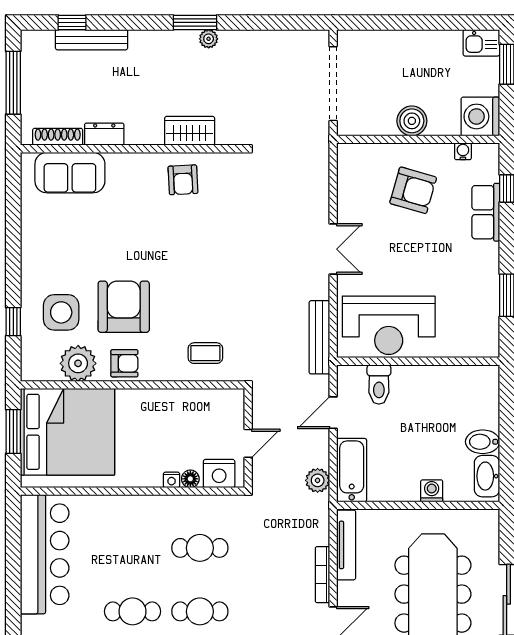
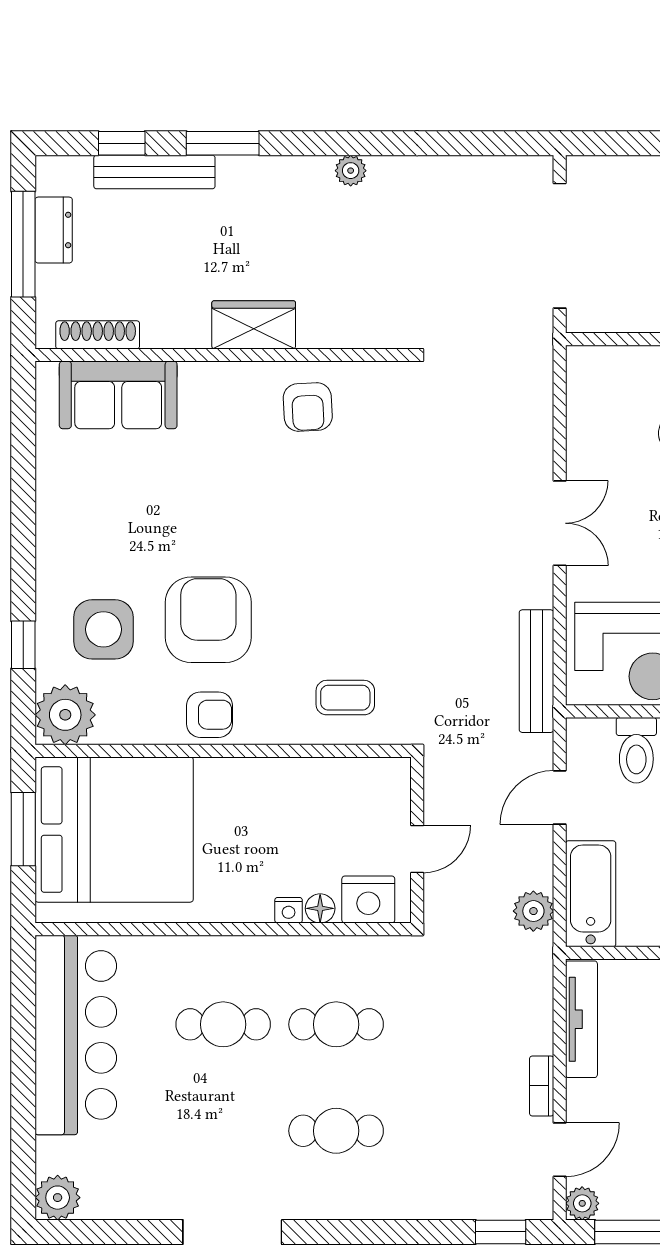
window: (195, 22) -> (223, 143), moved
wardrobe: (190, 131) -> (254, 325), moved
dresser: (104, 134) -> (54, 230), moved, turned 90
plant: (78, 363) -> (65, 715), moved
bookcase: (322, 575) -> (542, 1086), width x0.64
cafe table: (132, 611) -> (223, 1024), moved

